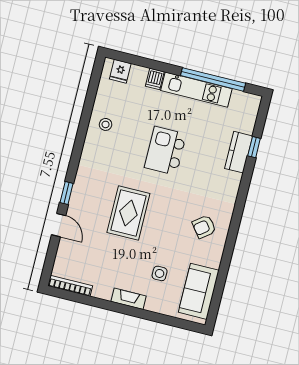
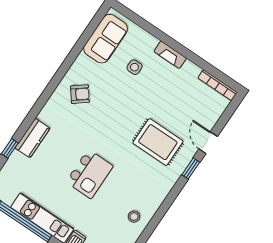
kitchen counter: (239, 152) -> (33, 138), moved
rug: (128, 213) -> (158, 142), moved, turned 90

